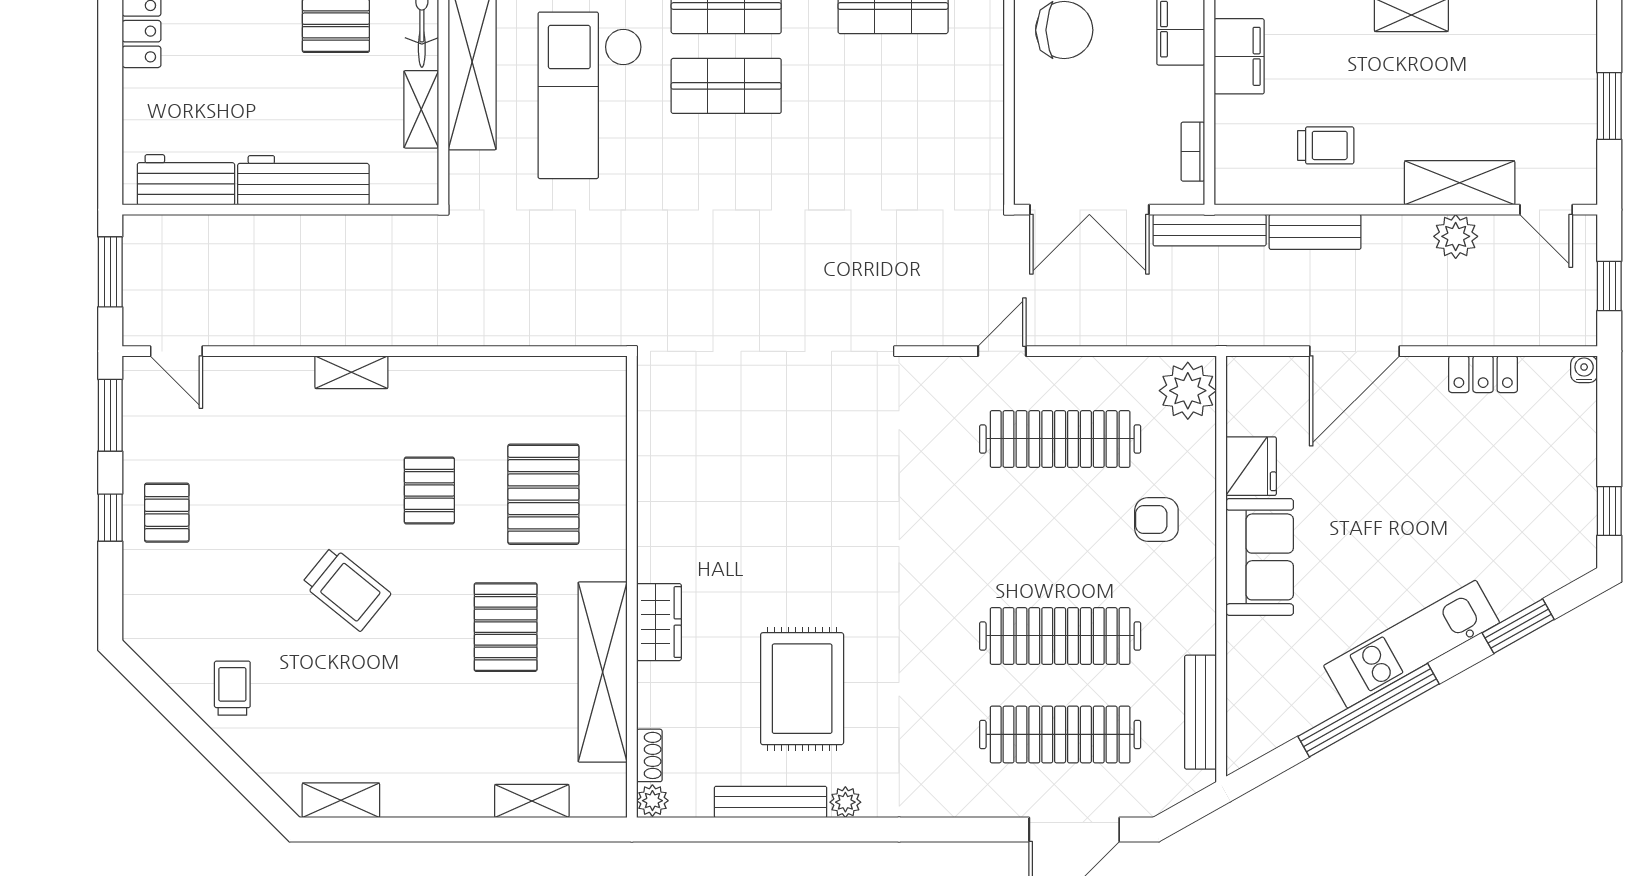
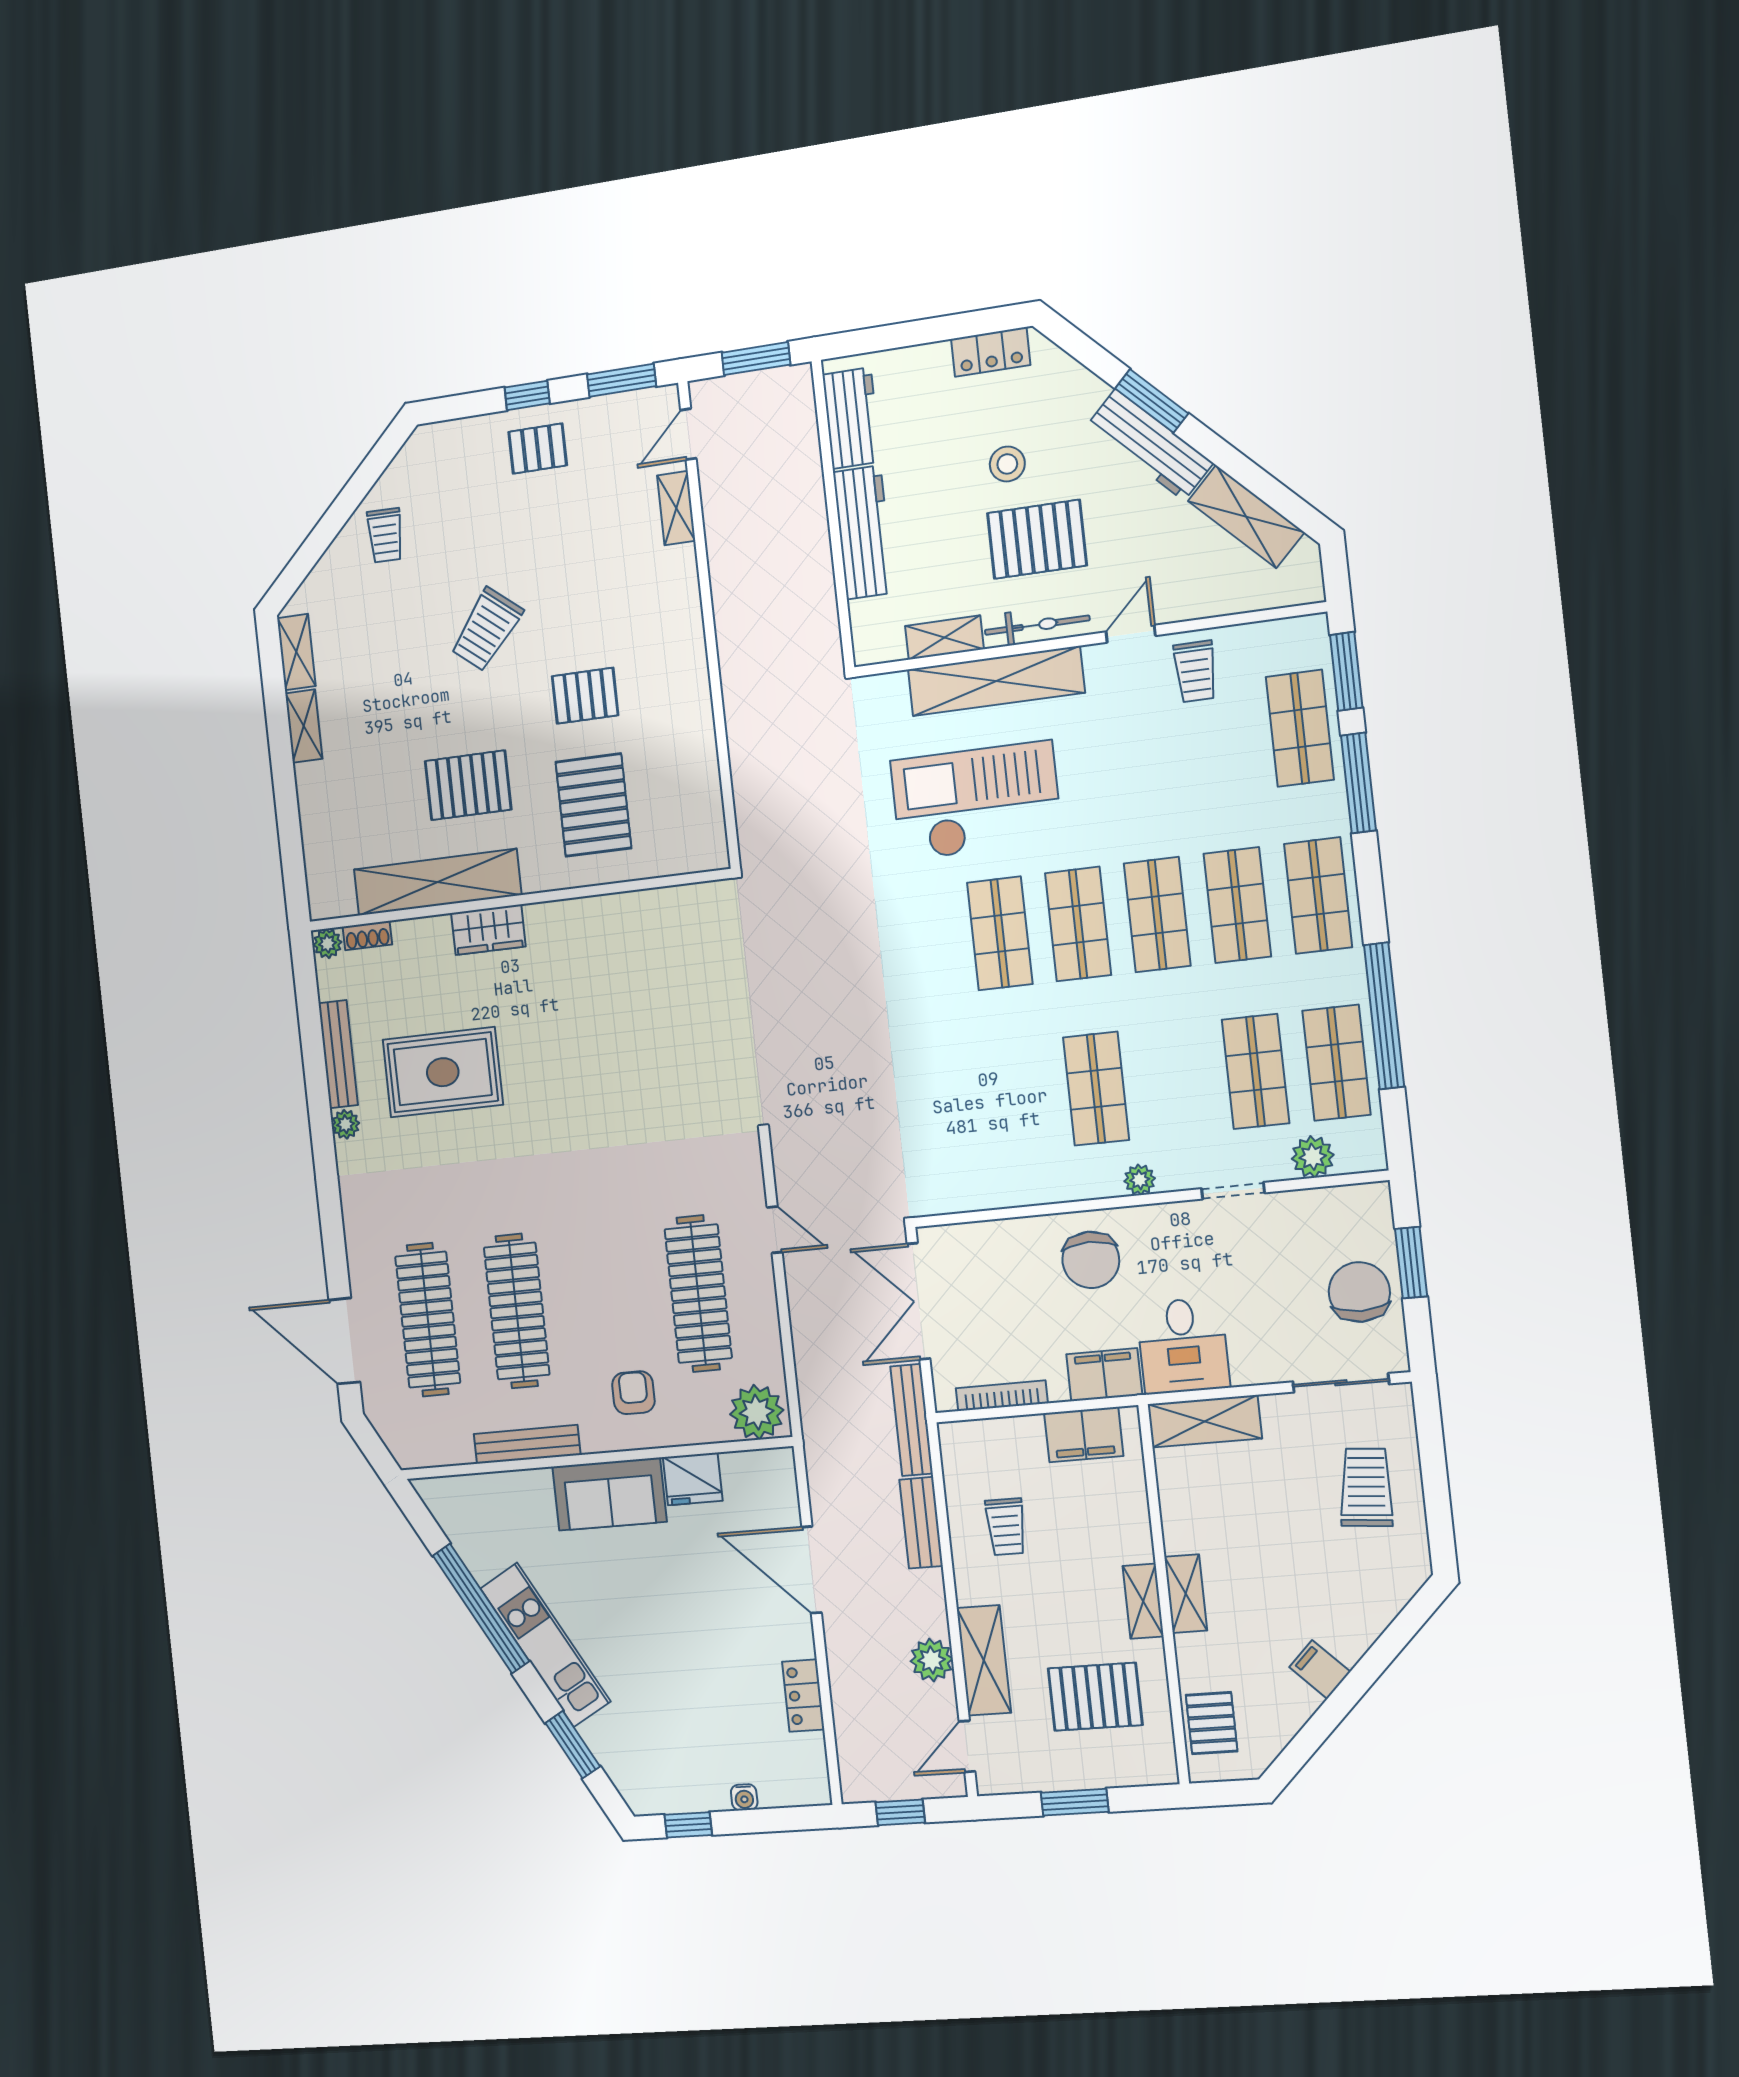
stool: (256, 27) -> (1007, 464), added
pallet: (1504, 74) -> (1095, 1697), added
bookcase: (1193, 152) -> (1002, 1396), width x1.56
water cooler: (1584, 369) -> (744, 1797), moved, turned 90
shelving: (351, 372) -> (676, 508), moved
pallet: (543, 494) -> (593, 805), turned 90
trolley: (232, 688) -> (385, 535), turned 91
bench: (1200, 712) -> (527, 1444), moved
shelving: (532, 801) -> (304, 726), moved

